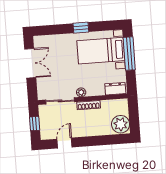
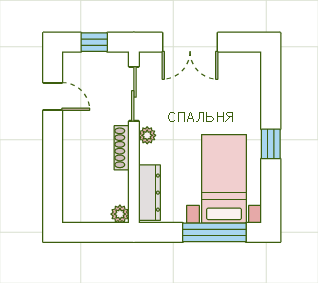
double door: (30, 63) -> (190, 42), moved
dresser: (115, 89) -> (149, 193), width x1.44
plant: (121, 124) -> (120, 214), moved, width x0.53, depth x0.53

